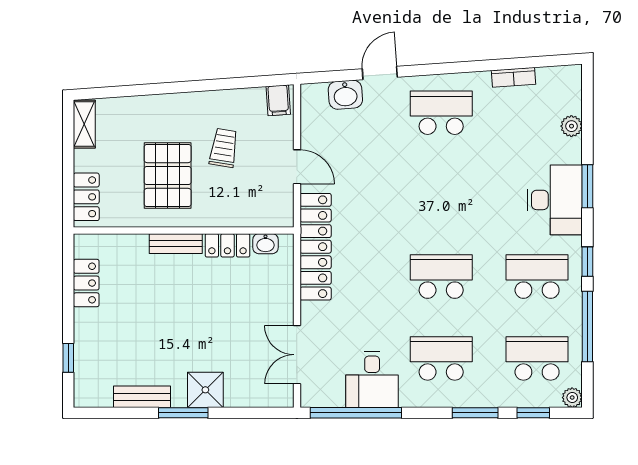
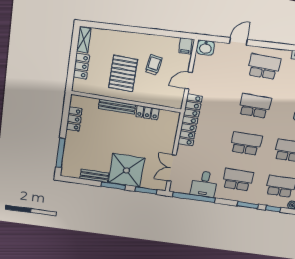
washbasin: (345, 95) -> (206, 48), moved
door: (297, 167) -> (188, 81), swing flipped
school desk: (441, 195) -> (255, 106), added
locker: (86, 197) -> (81, 66), moved
bench: (176, 244) -> (117, 107), width x1.36
washbasin: (265, 244) -> (166, 115), removed
window: (68, 358) -> (61, 153), width x2.17
shower: (205, 390) -> (126, 170), width x1.86, depth x1.86
window: (253, 413) -> (146, 190), added

